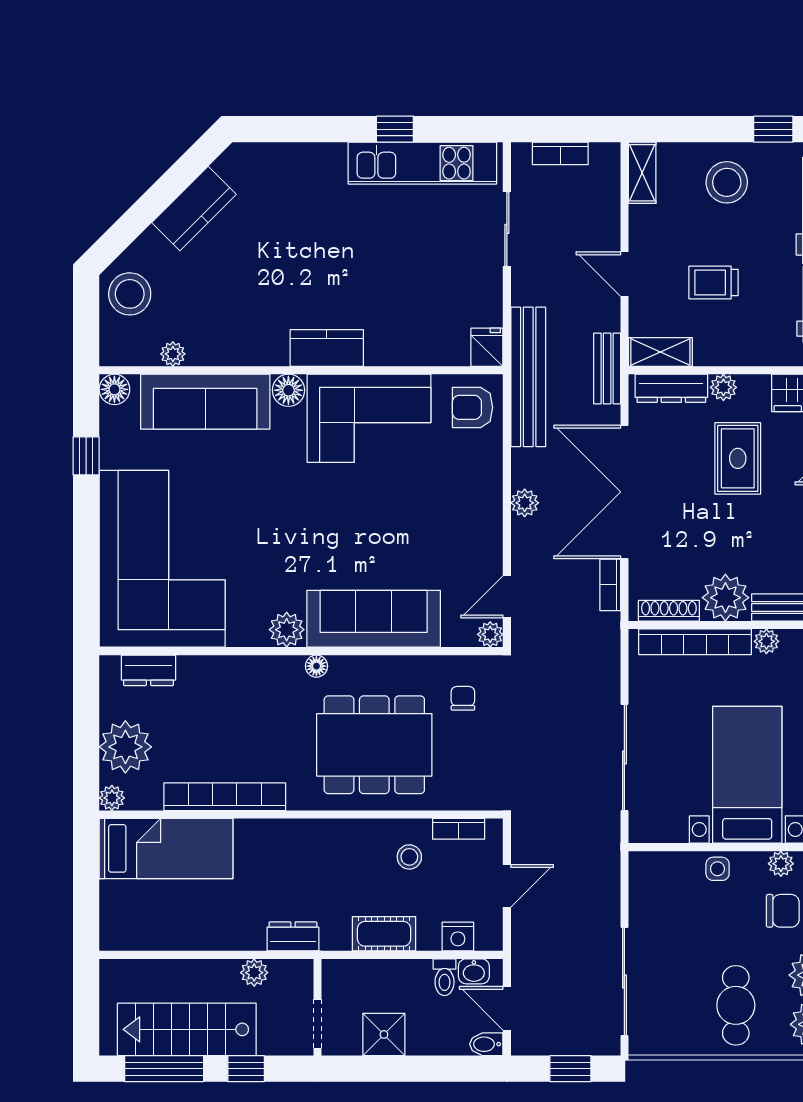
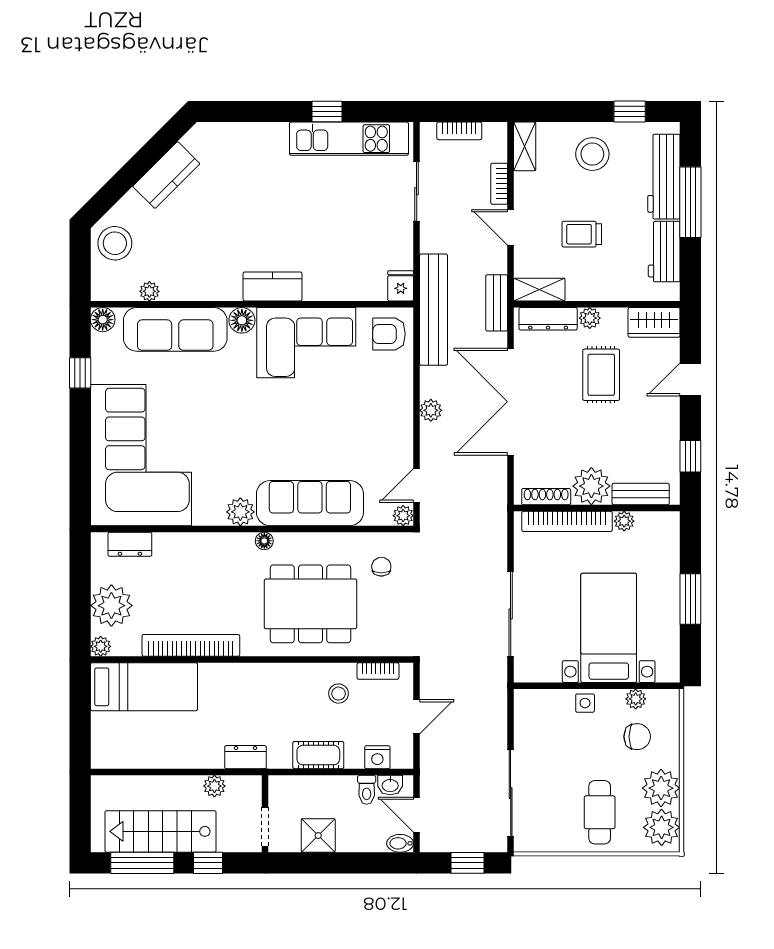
bookcase: (610, 585) -> (499, 184), moved

